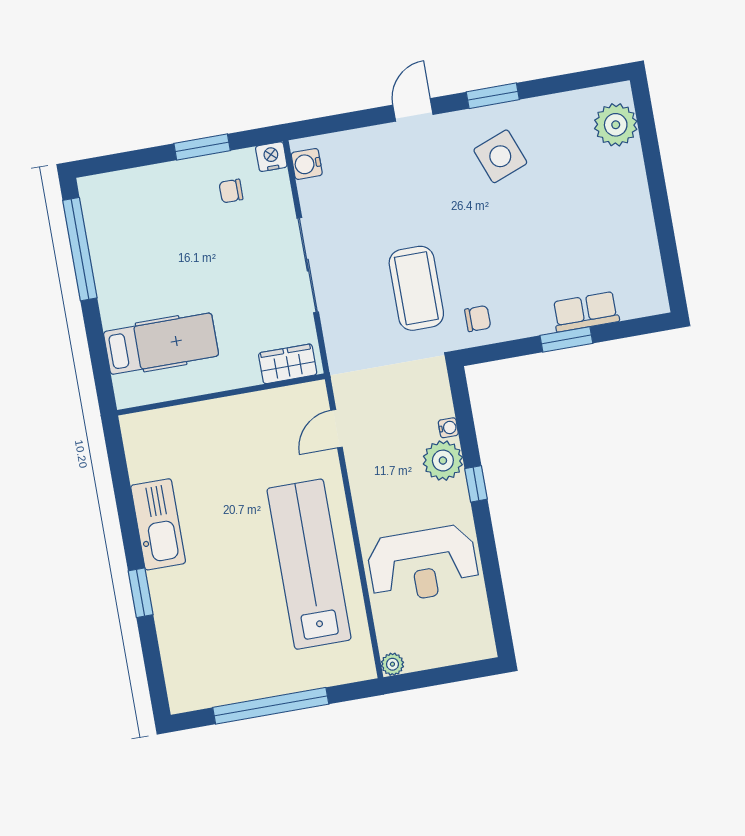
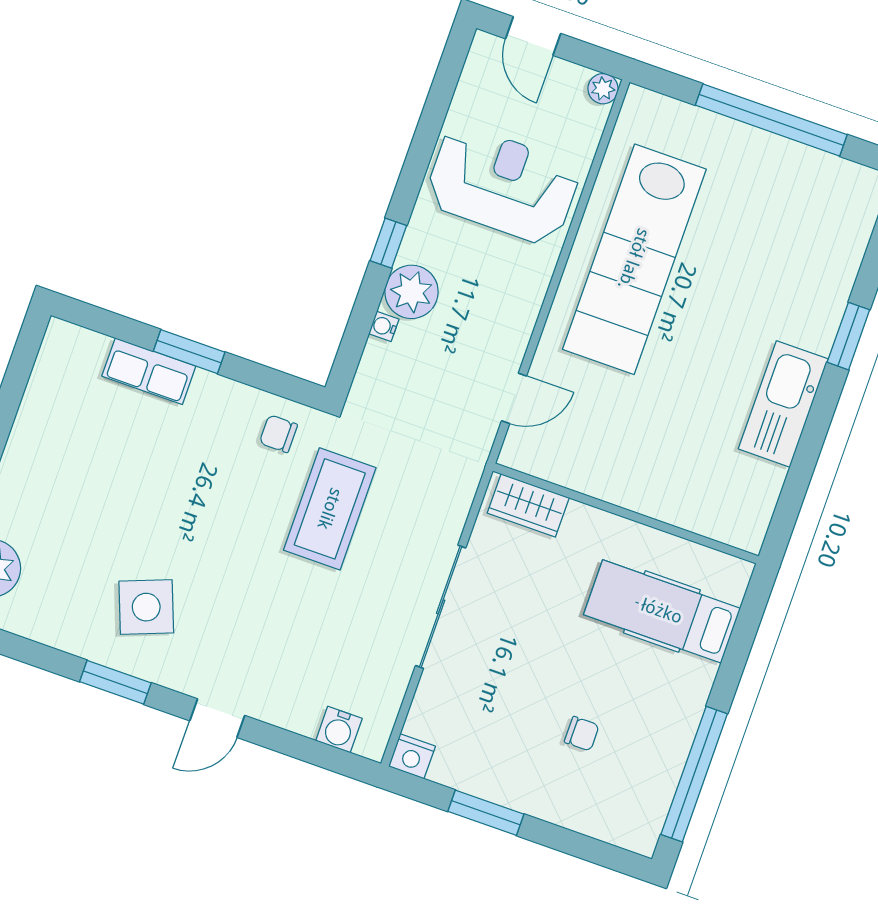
water cooler: (307, 164) -> (339, 730), moved, turned 90
chair: (231, 191) -> (582, 734), moved
door: (458, 673) -> (533, 36), added

